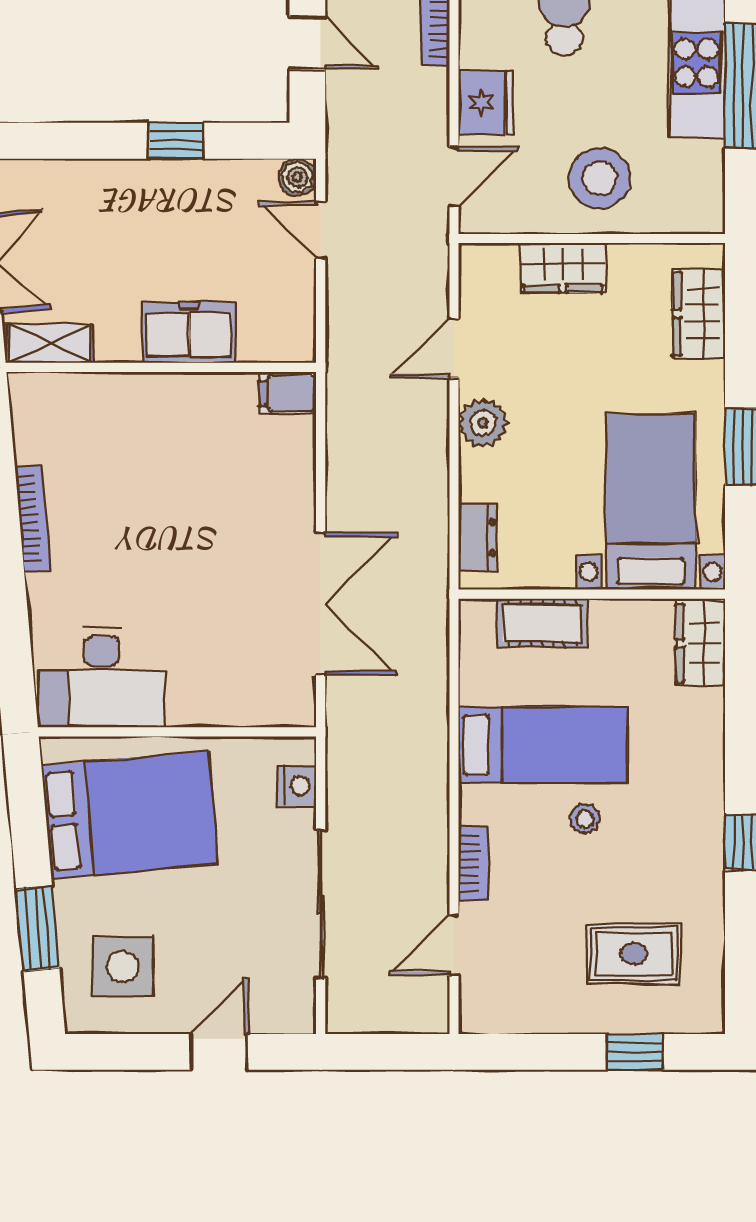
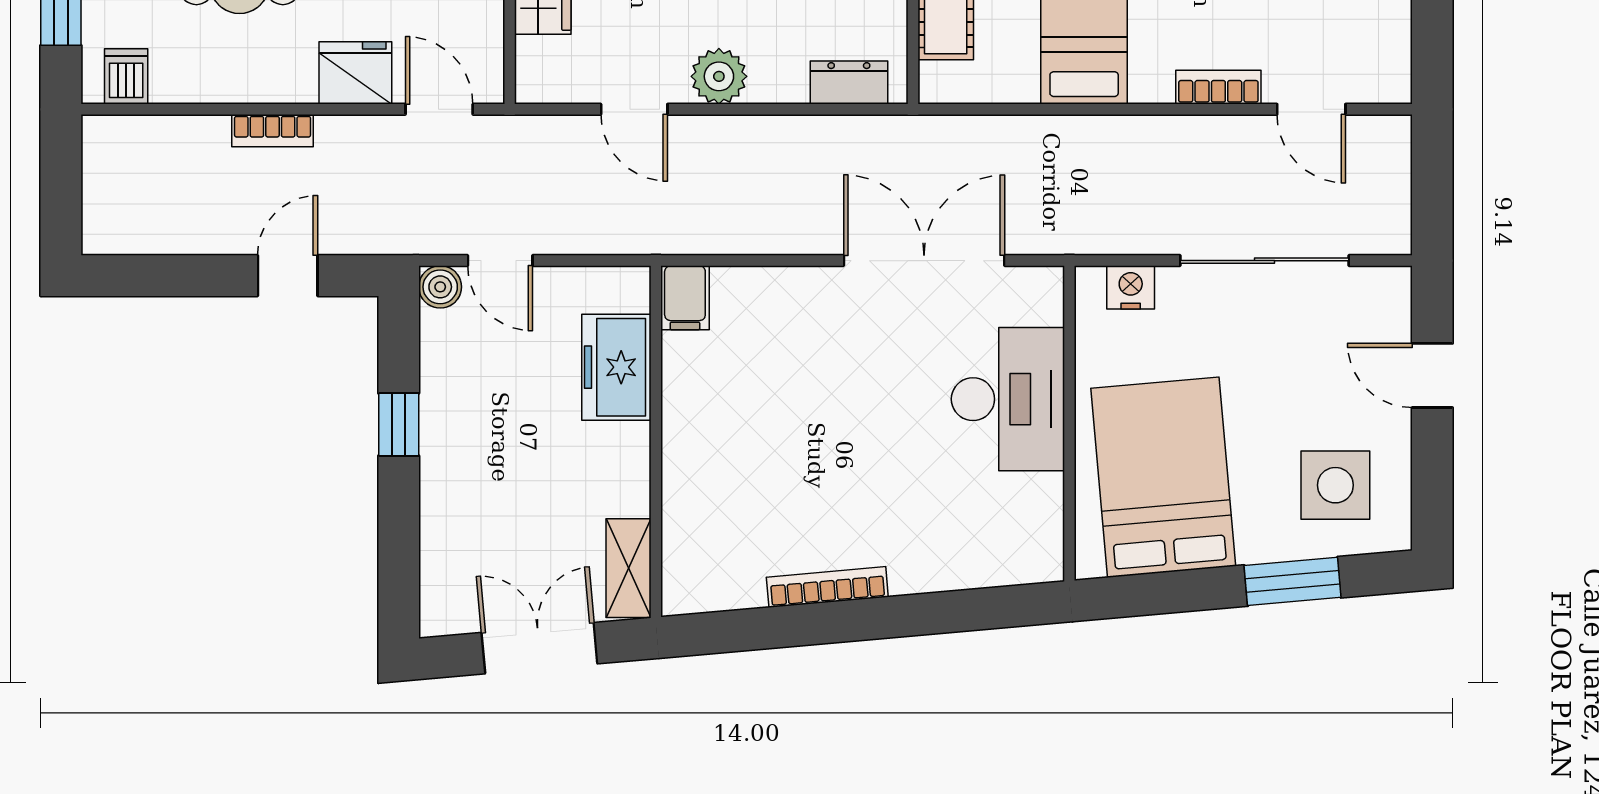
door: (321, 230) -> (500, 261), hinge flipped
freezer: (189, 333) -> (616, 367), moved
desk: (101, 678) -> (1008, 399), moved

